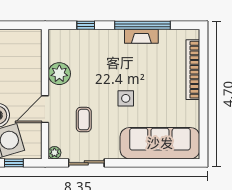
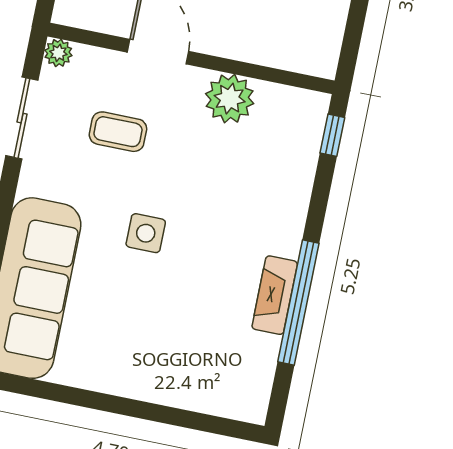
window: (86, 25) -> (332, 135), moved
bookcase: (193, 70) -> (179, 393), removed

